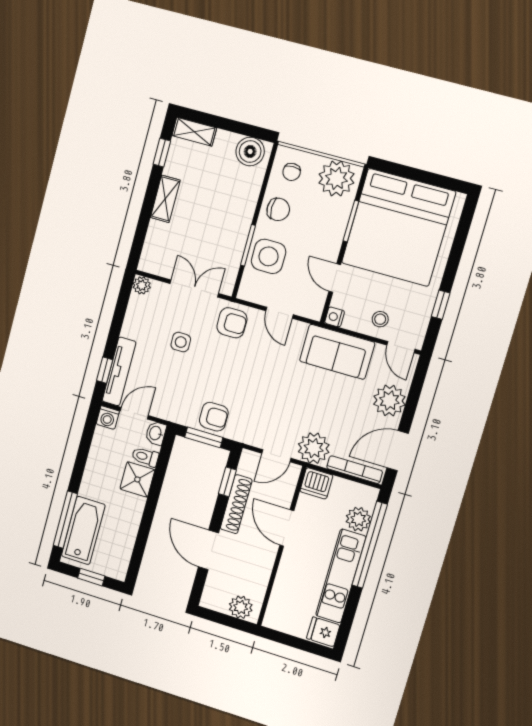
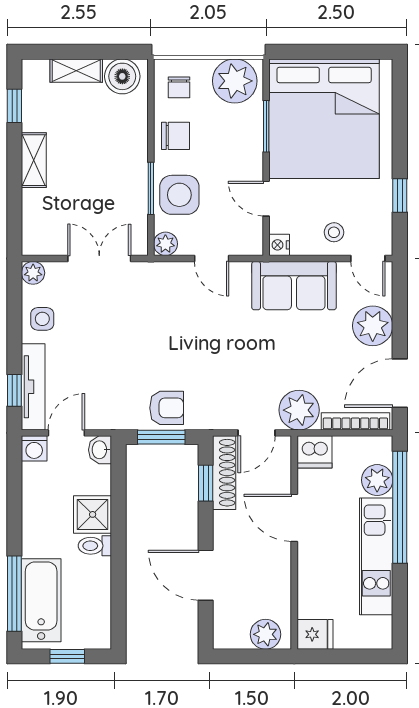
shelving: (194, 132) -> (76, 71), moved
plant: (247, 291) -> (165, 244), added
armchair: (232, 323) -> (157, 287), removed
side table: (181, 342) -> (42, 319), moved
toilet: (145, 457) -> (95, 546), moved
shoe rack: (236, 504) -> (224, 473), moved
fridge: (323, 632) -> (315, 634), moved, turned 180

